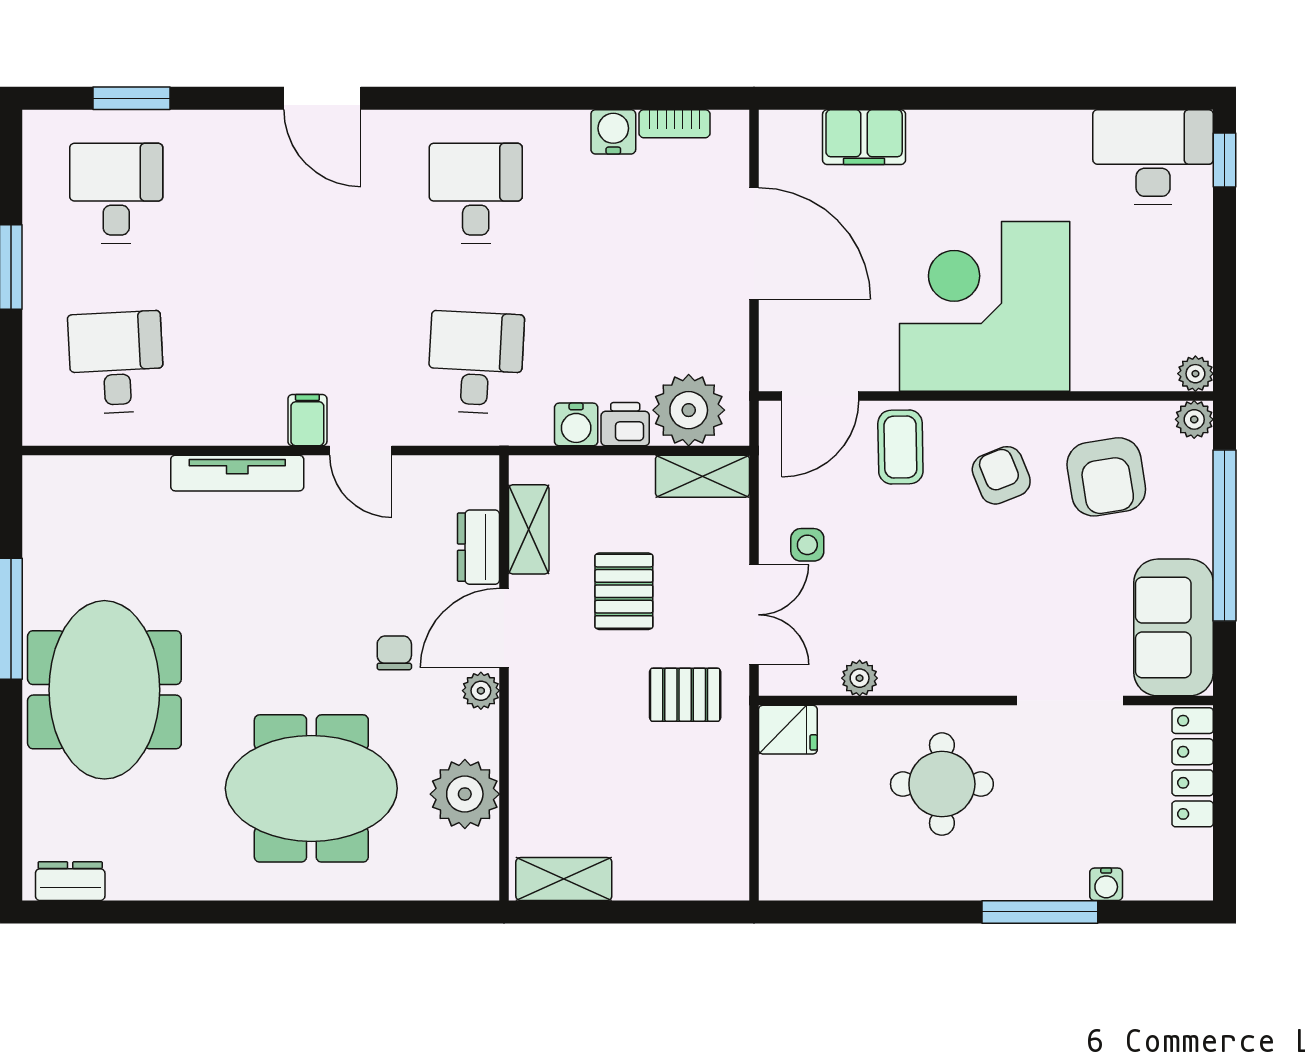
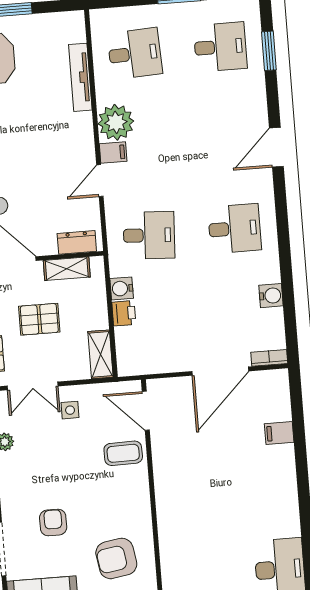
bookcase: (675, 124) -> (269, 358), moved, turned 90
filing cabinet: (864, 137) -> (279, 433), width x0.50
corner desk: (985, 306) -> (198, 490), removed
plant: (689, 410) -> (116, 122), moved
tv unit: (237, 473) -> (80, 77), moved
armchair: (1001, 475) -> (53, 522), moved, turned -68
dresser: (479, 547) -> (77, 242), moved

